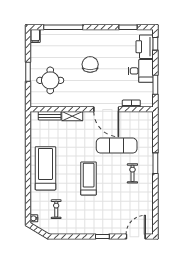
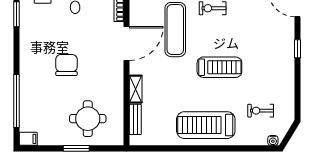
chair: (90, 64) -> (66, 65), turned 90
treadmill: (89, 178) -> (219, 67), turned 180

